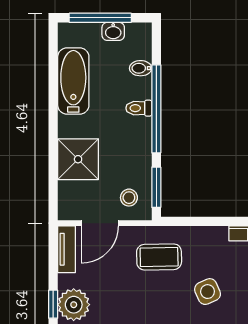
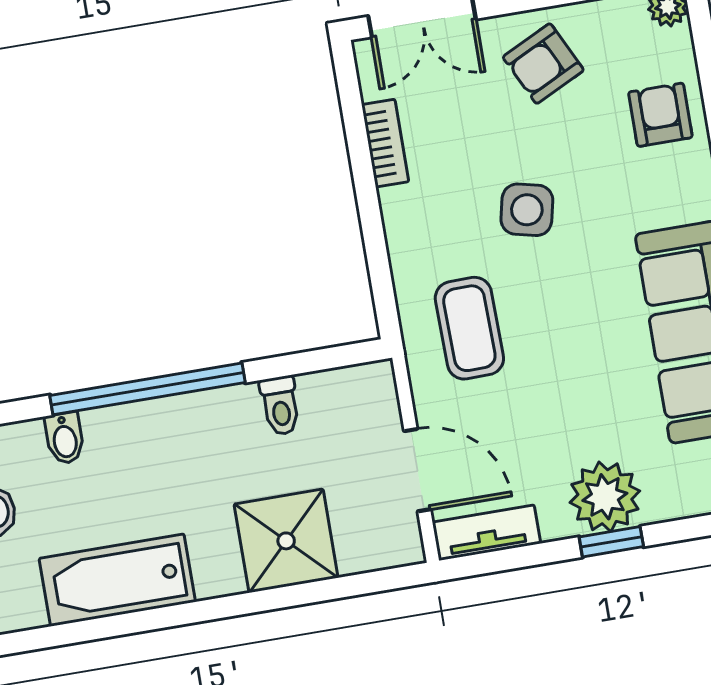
toilet: (139, 108) -> (280, 406), moved
window: (156, 187) -> (318, 360), removed
stool: (129, 198) -> (351, 416), removed
side table: (208, 292) -> (527, 210), turned 37

